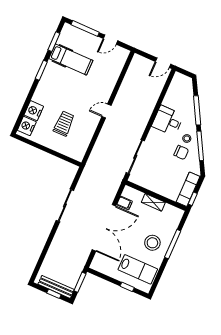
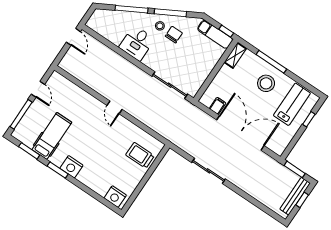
nightstand: (34, 111) -> (71, 167), moved
trolley: (64, 124) -> (140, 155), moved
shelving: (153, 202) -> (235, 55), moved

